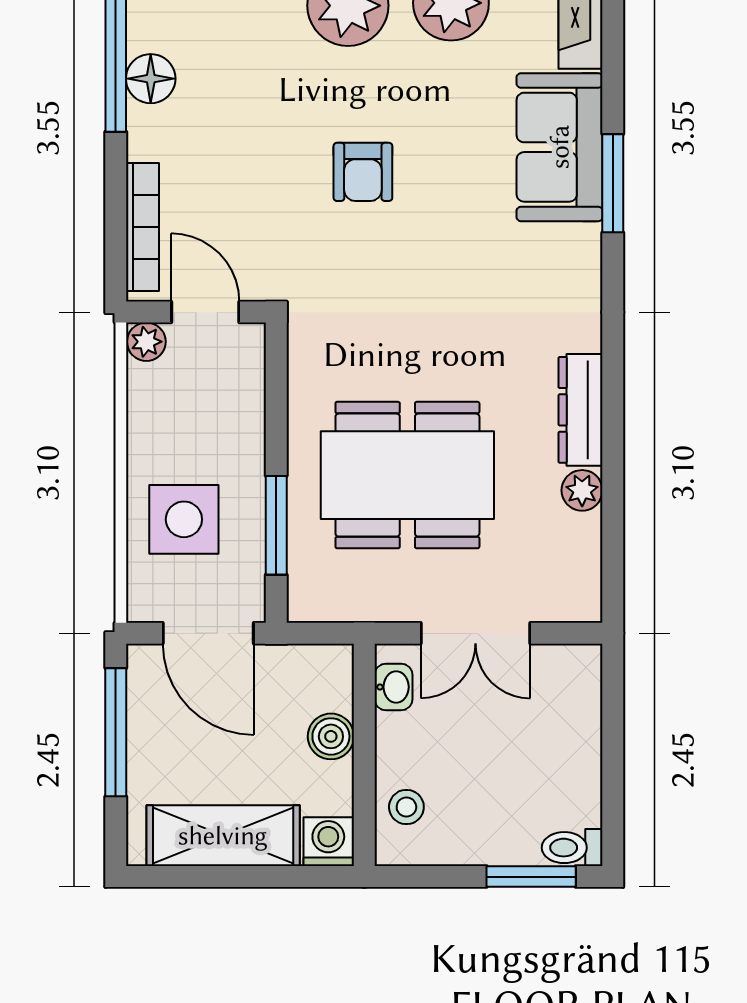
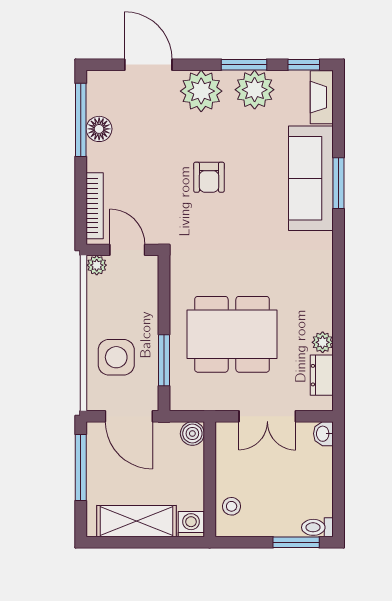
sofa: (560, 147) -> (311, 178), width x1.36
dresser: (581, 410) -> (322, 375), moved, width x0.70
washbasin: (393, 687) -> (323, 434), moved, turned 180
boiler: (331, 736) -> (192, 434), moved

